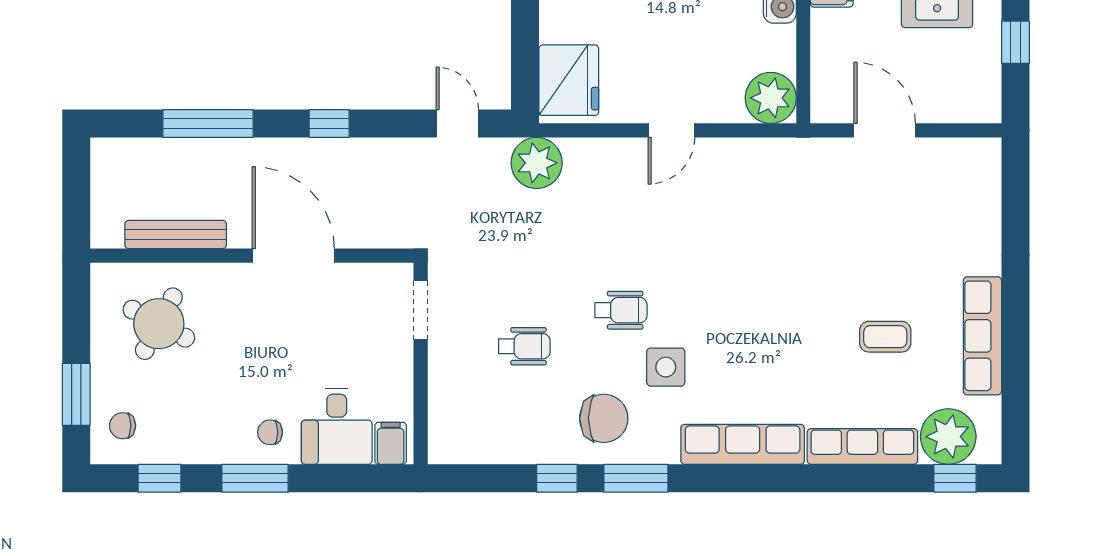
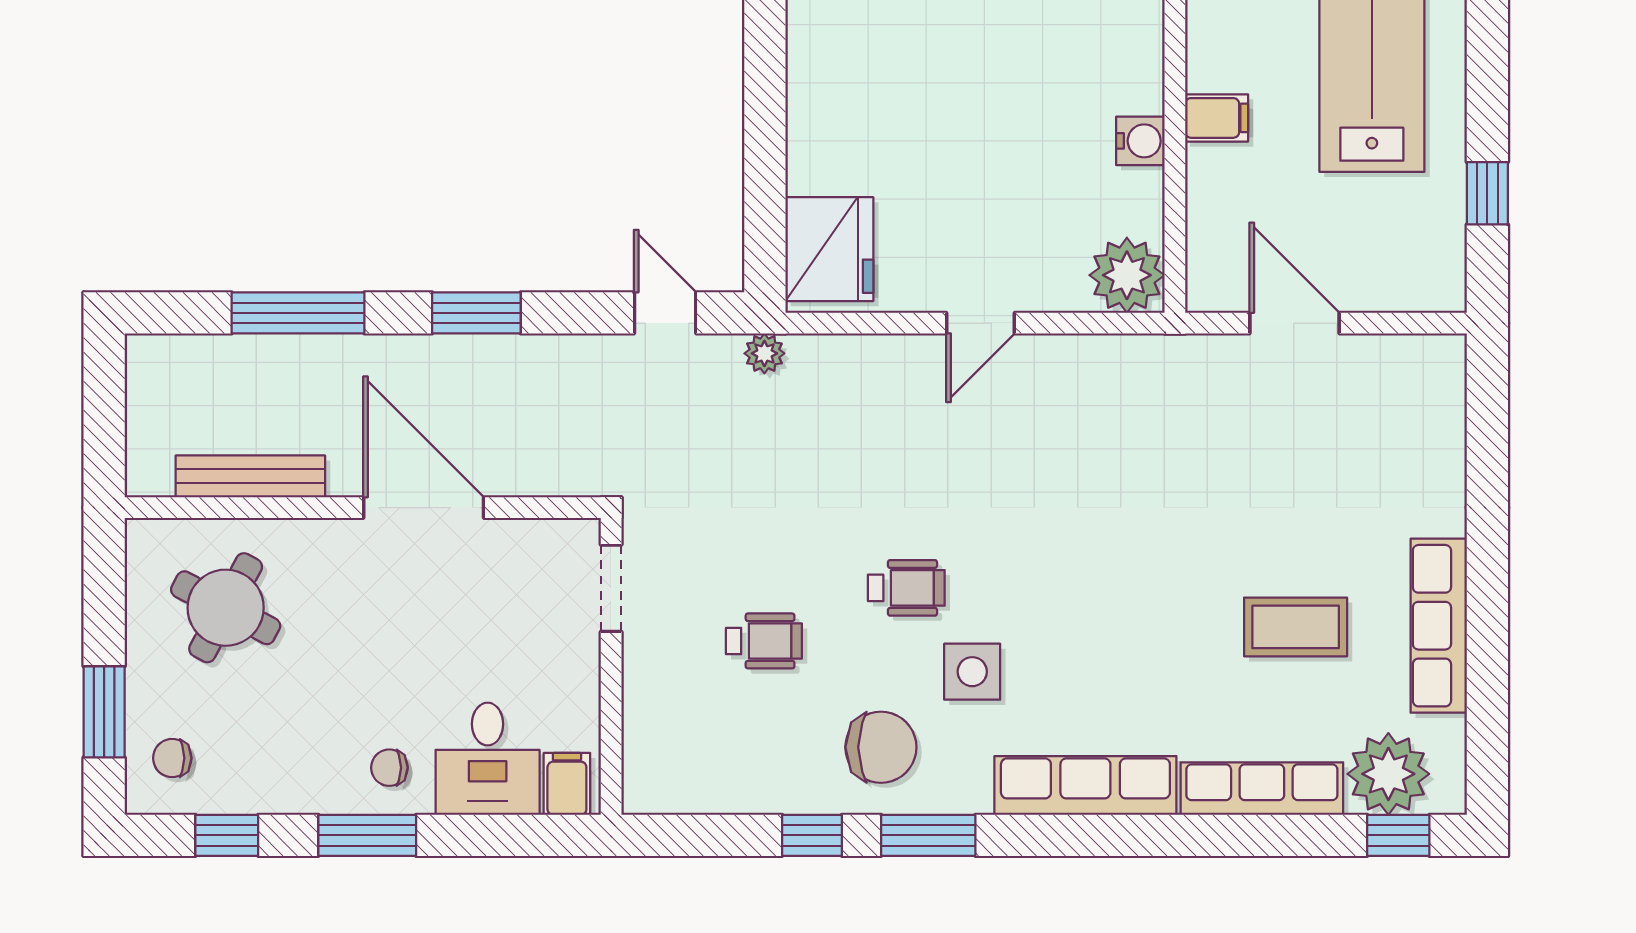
window: (329, 123) -> (476, 313), width x1.50
plant: (537, 163) -> (764, 353), width x0.53, depth x0.53
coffee table: (885, 337) -> (1296, 627), width x1.36, depth x1.30

